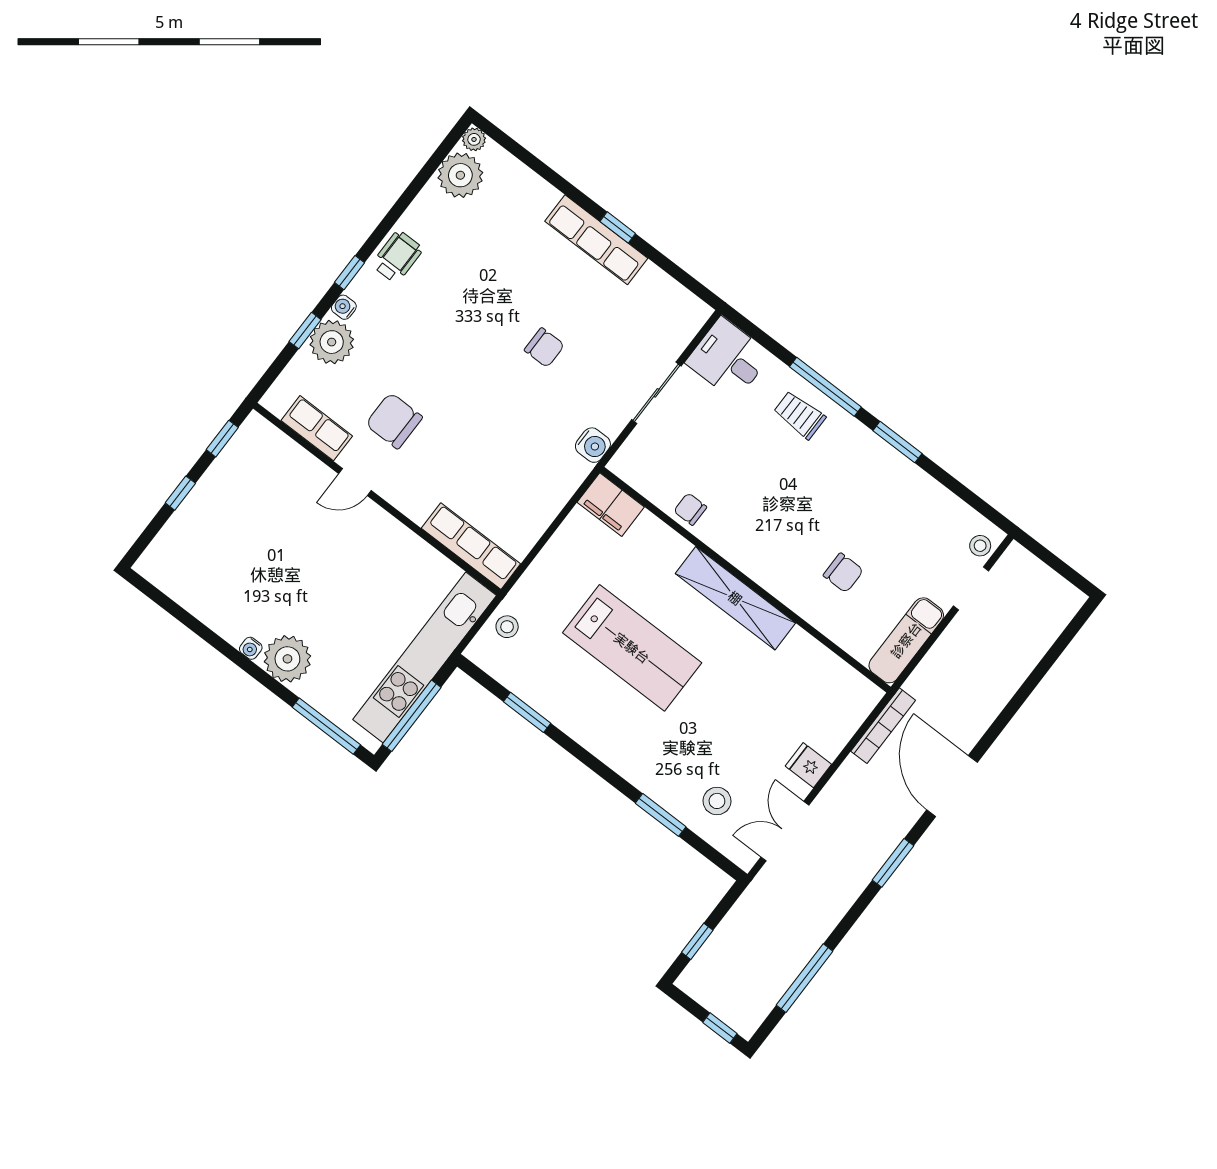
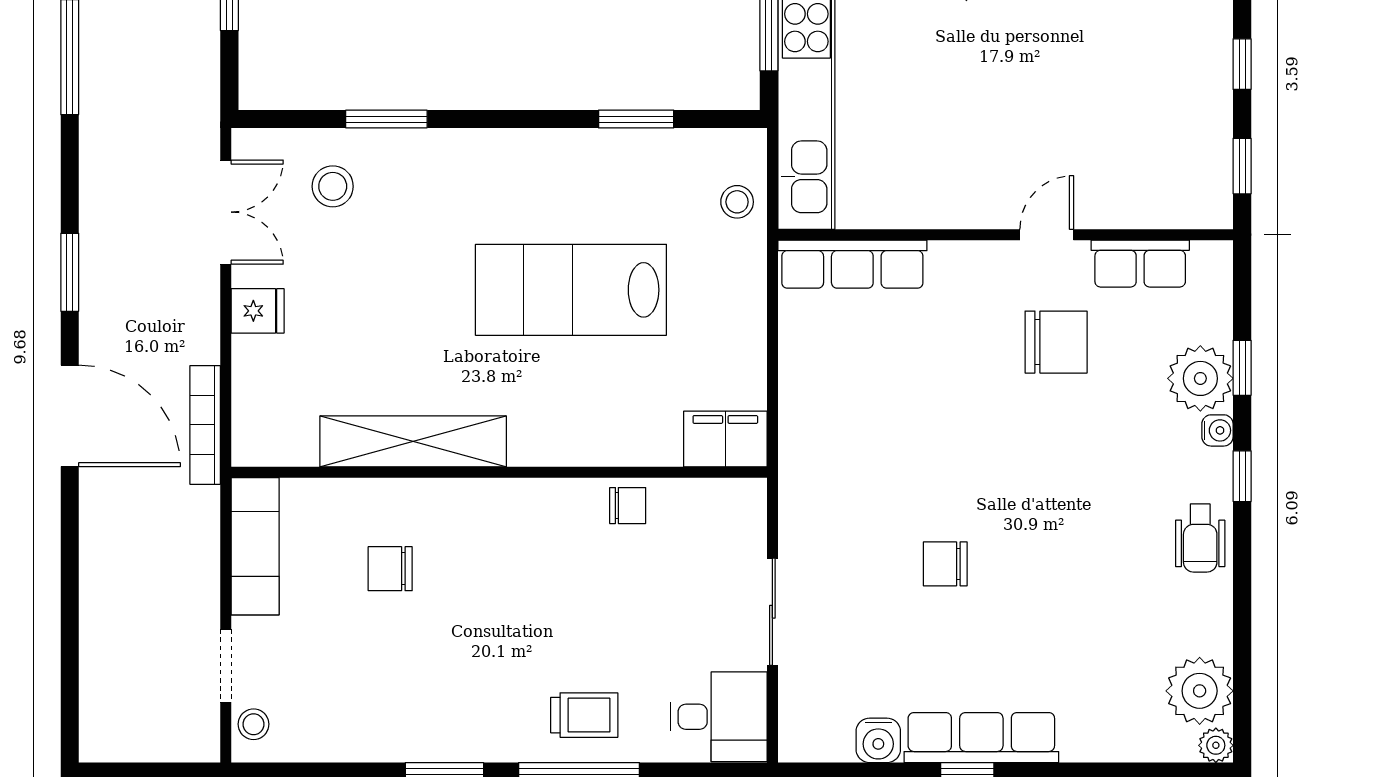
water cooler: (593, 445) -> (878, 740), moved, turned -90
shelving: (735, 598) -> (413, 441), moved

